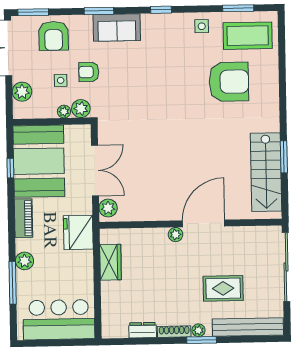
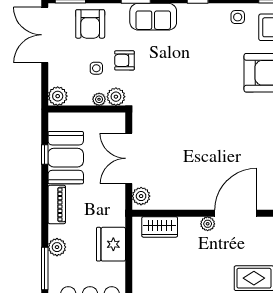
plant: (22, 92) -> (58, 96), moved
booth: (39, 161) -> (66, 158), width x0.73, depth x0.70
double door: (95, 170) -> (129, 158), swing flipped
fridge: (78, 232) -> (111, 244), moved
wardrobe: (110, 262) -> (160, 227), moved, turned 90

